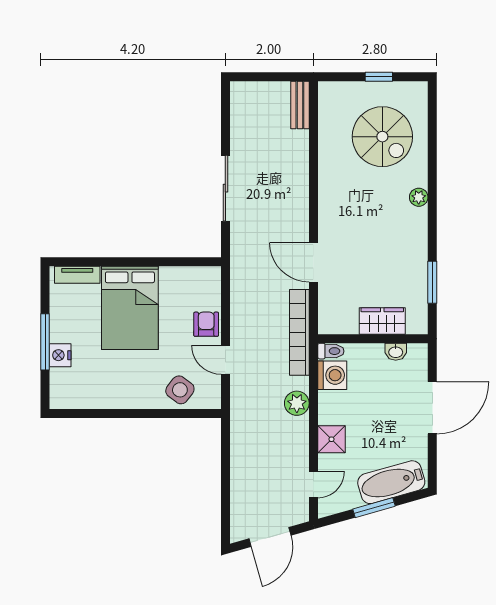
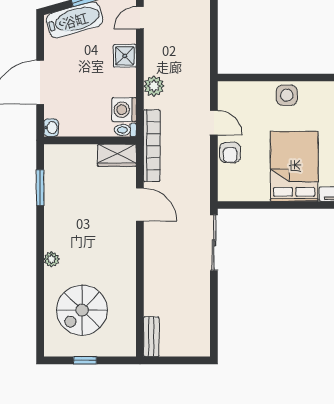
spiral stairs: (382, 137) -> (82, 310), turned -90
sliding door: (225, 188) -> (214, 243), moved
wardrobe: (382, 321) -> (117, 155), moved
washbasin: (396, 352) -> (51, 128), moved, turned 90
side table: (180, 390) -> (287, 95), moved, turned -37

